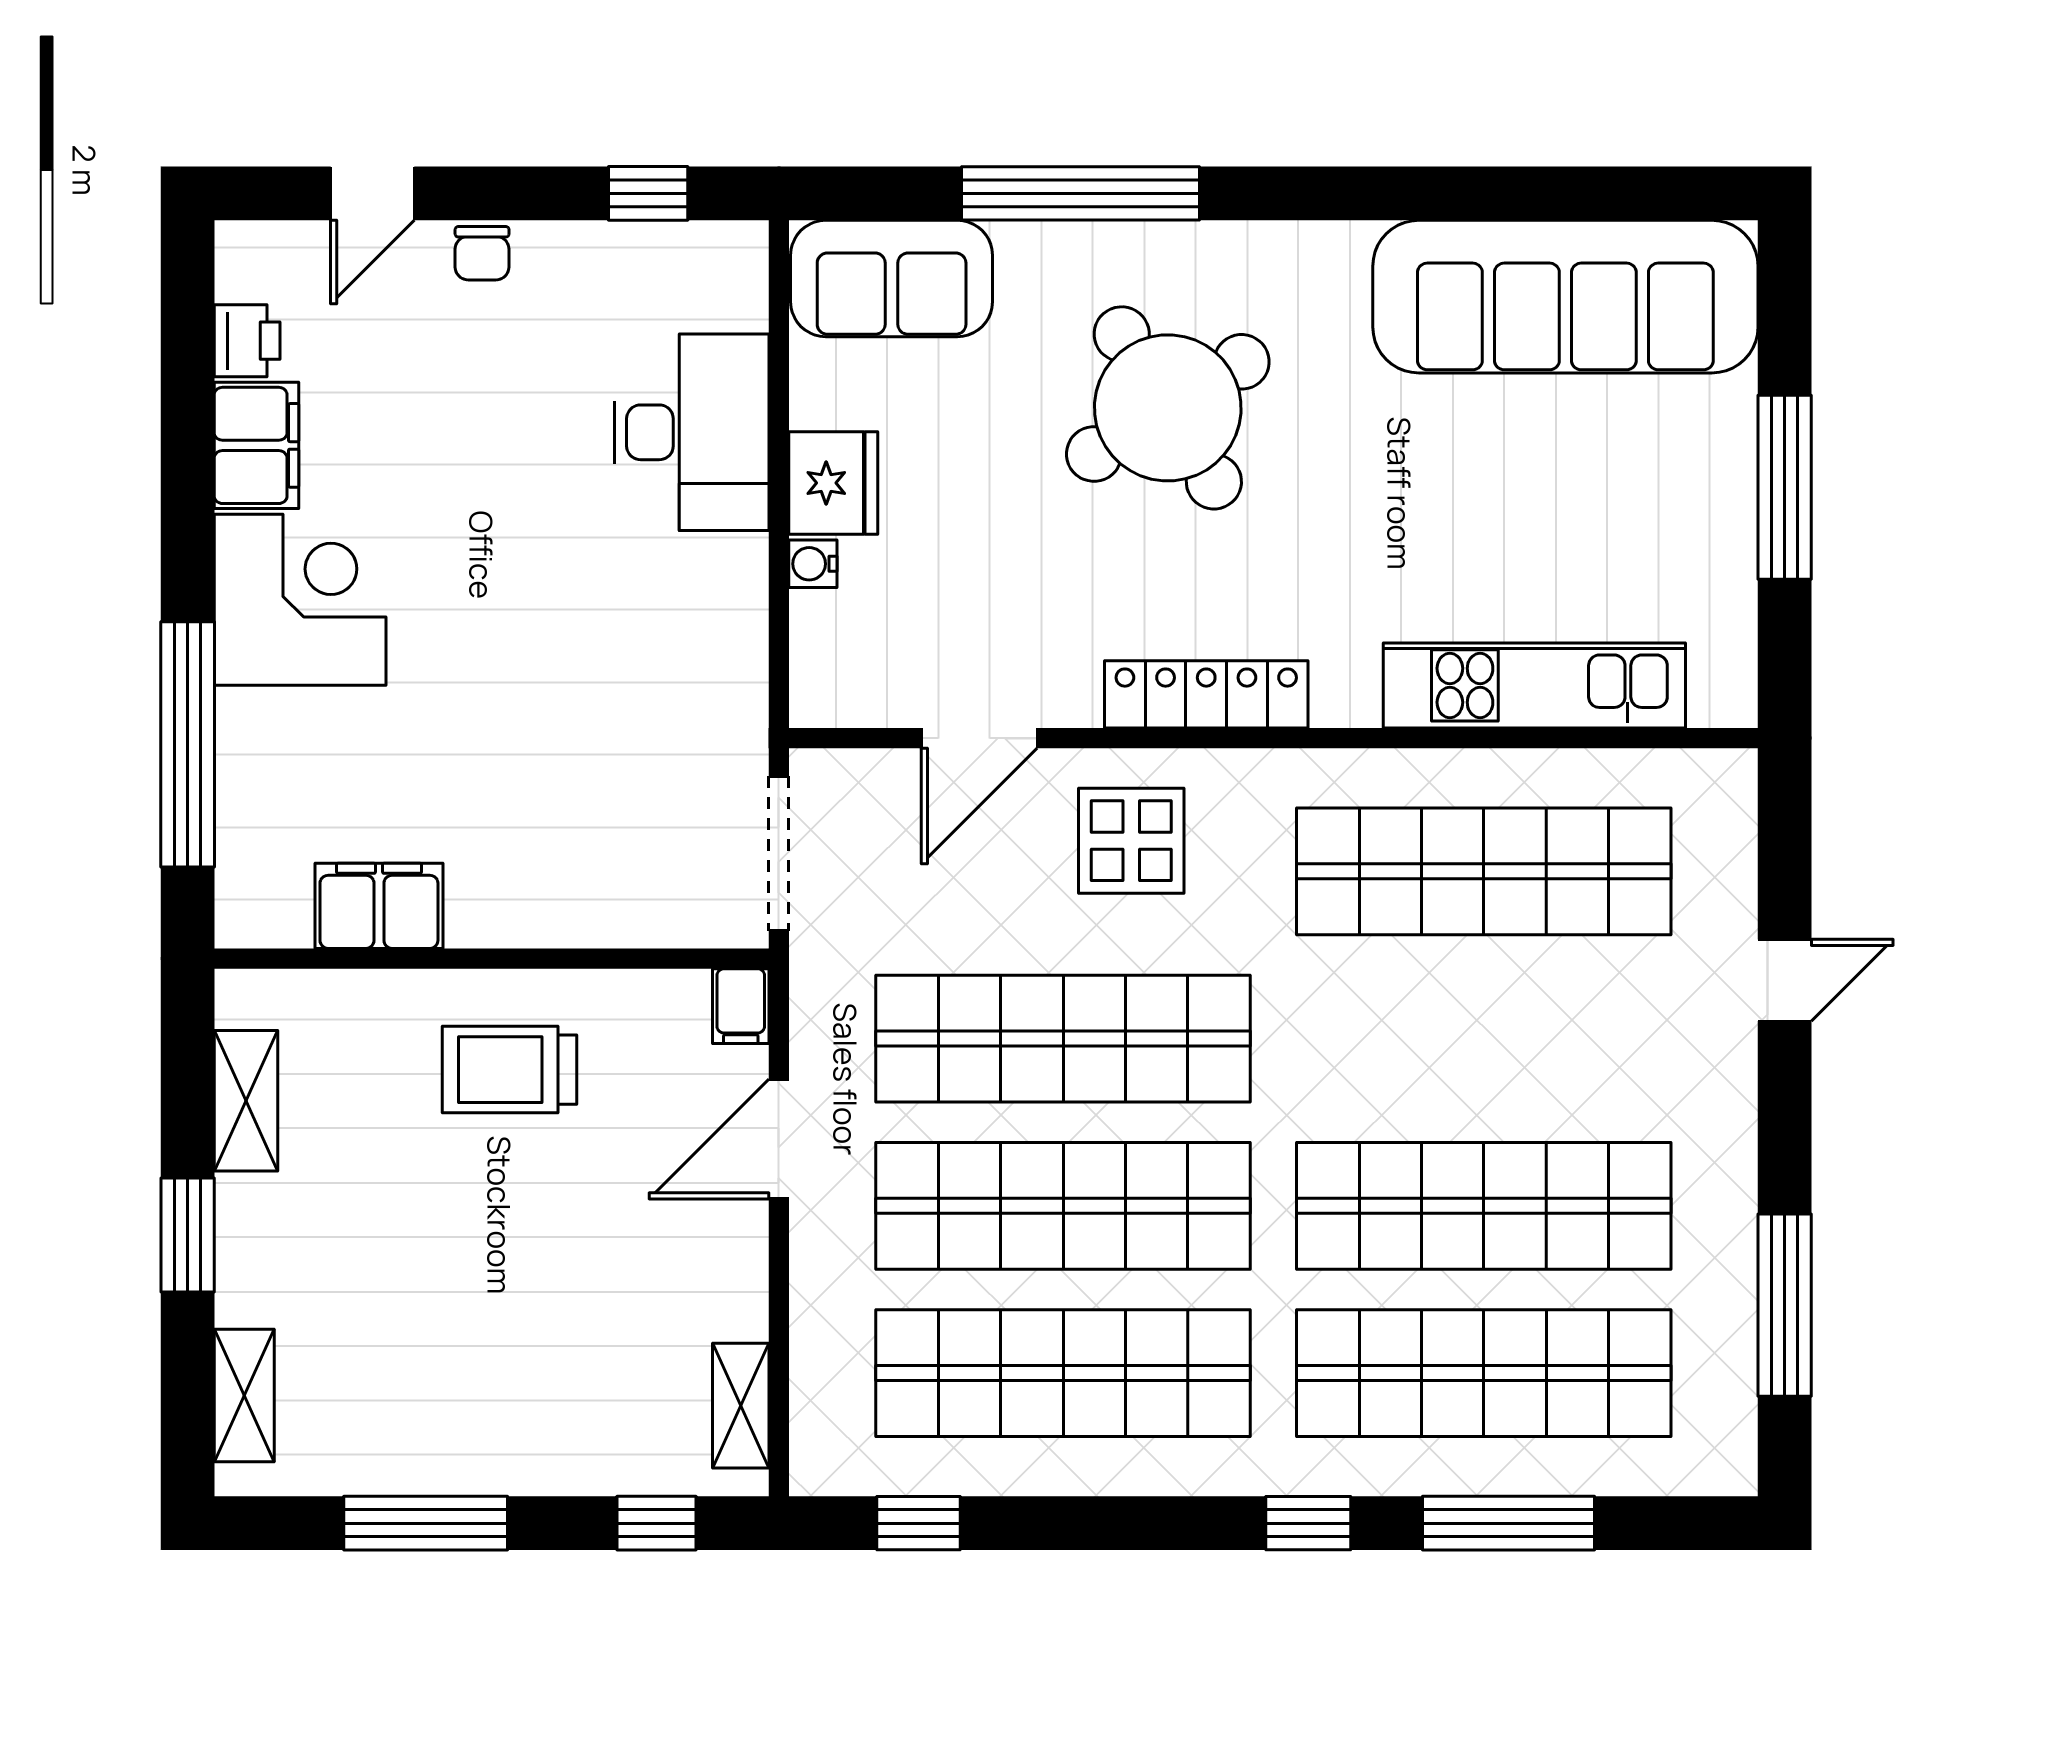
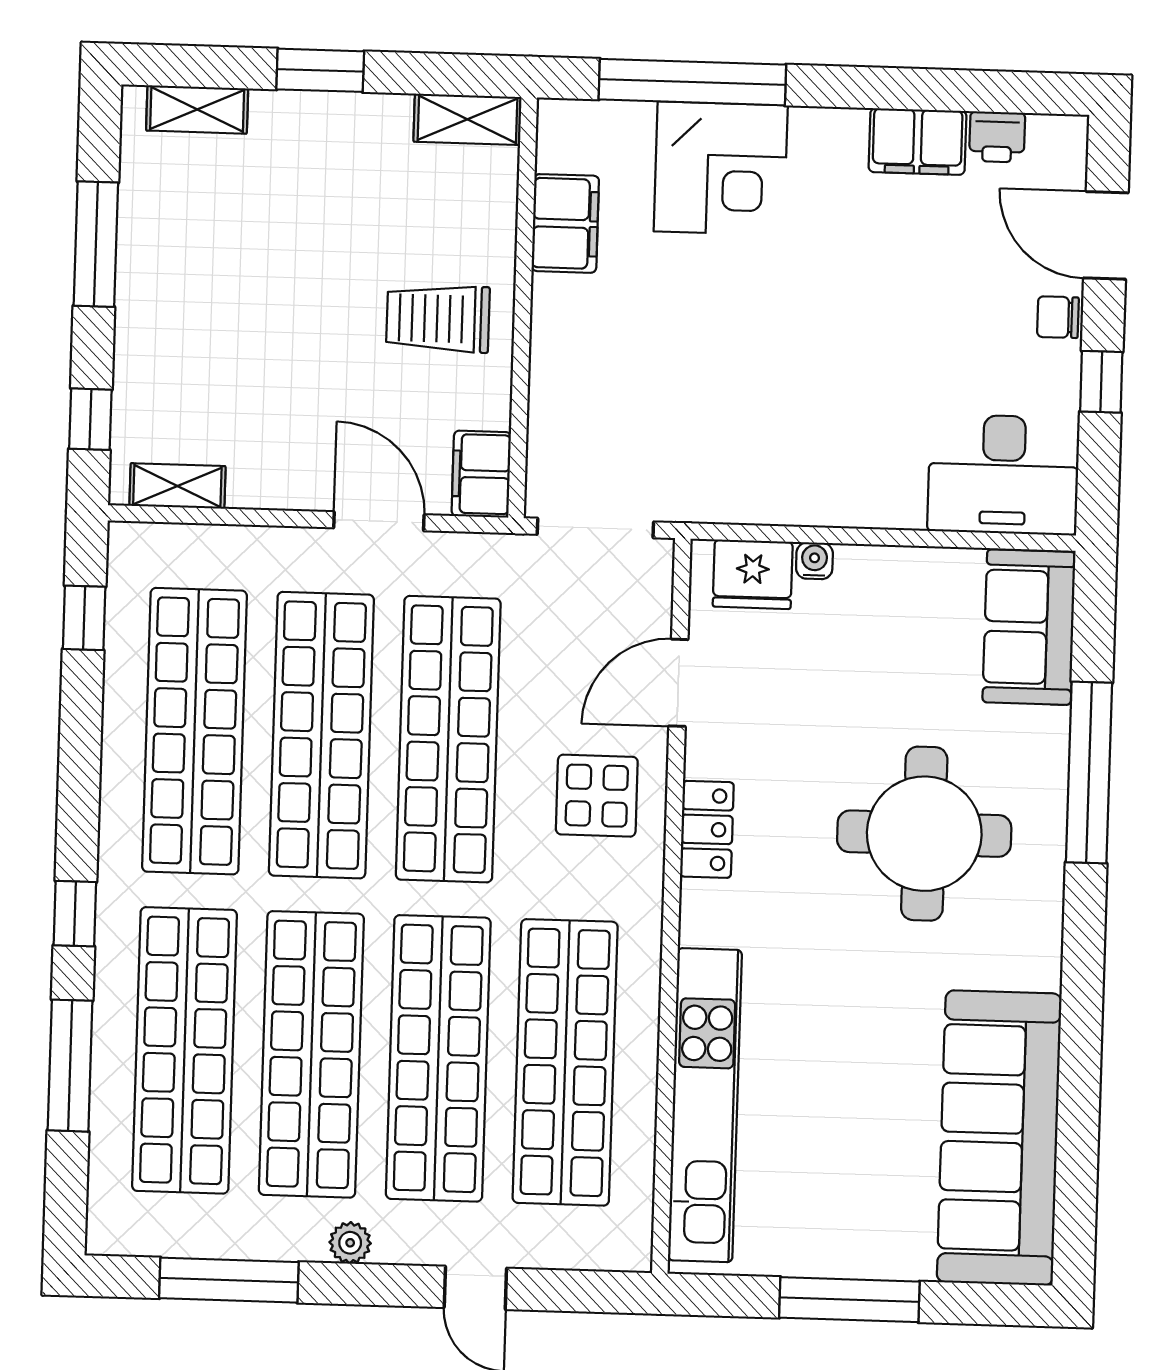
door: (372, 193) -> (1106, 235), width x1.38
window: (648, 193) -> (1101, 382), moved
round table: (1168, 408) -> (924, 834), turned 32
desk: (692, 432) -> (1003, 475), moved
fridge: (833, 483) -> (753, 574), moved
corner desk: (300, 600) -> (721, 168), moved
kitchen unit: (1534, 685) -> (705, 1105), width x1.36
locker: (1206, 694) -> (707, 829), width x0.66
door: (979, 738) -> (678, 683), hinge flipped
filing cabinet: (741, 1006) -> (481, 474), width x2.00
shop shelf: (1484, 1039) -> (438, 1058), added
trolley: (510, 1070) -> (438, 319), turned -90
shelving: (246, 1101) -> (468, 119), moved
plant: (1730, 1147) -> (350, 1243), added

